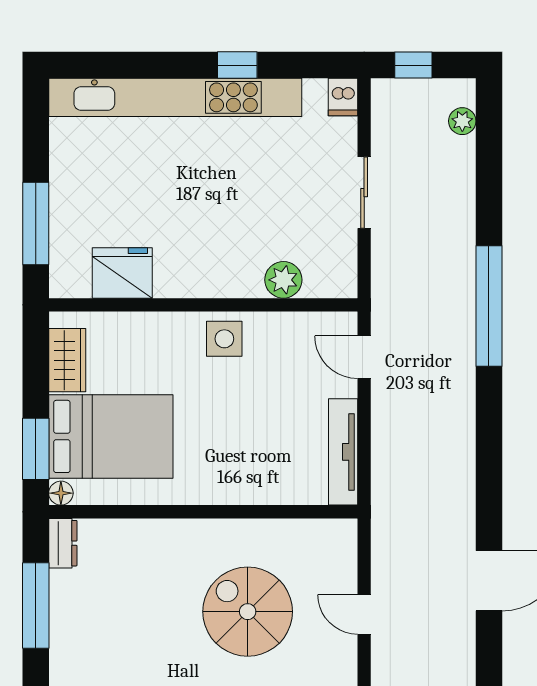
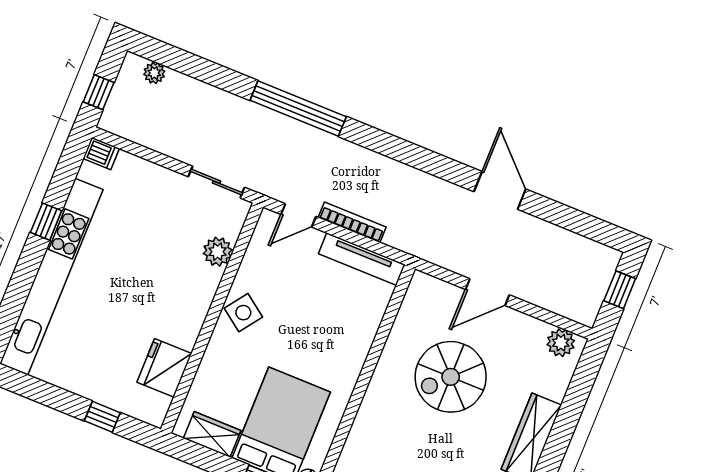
sliding door: (364, 193) -> (216, 182), moved
window: (36, 223) -> (102, 417), width x0.46
side table: (224, 339) -> (243, 313), turned 36
bookcase: (381, 423) -> (352, 222), added
door: (364, 614) -> (487, 292), width x1.38

